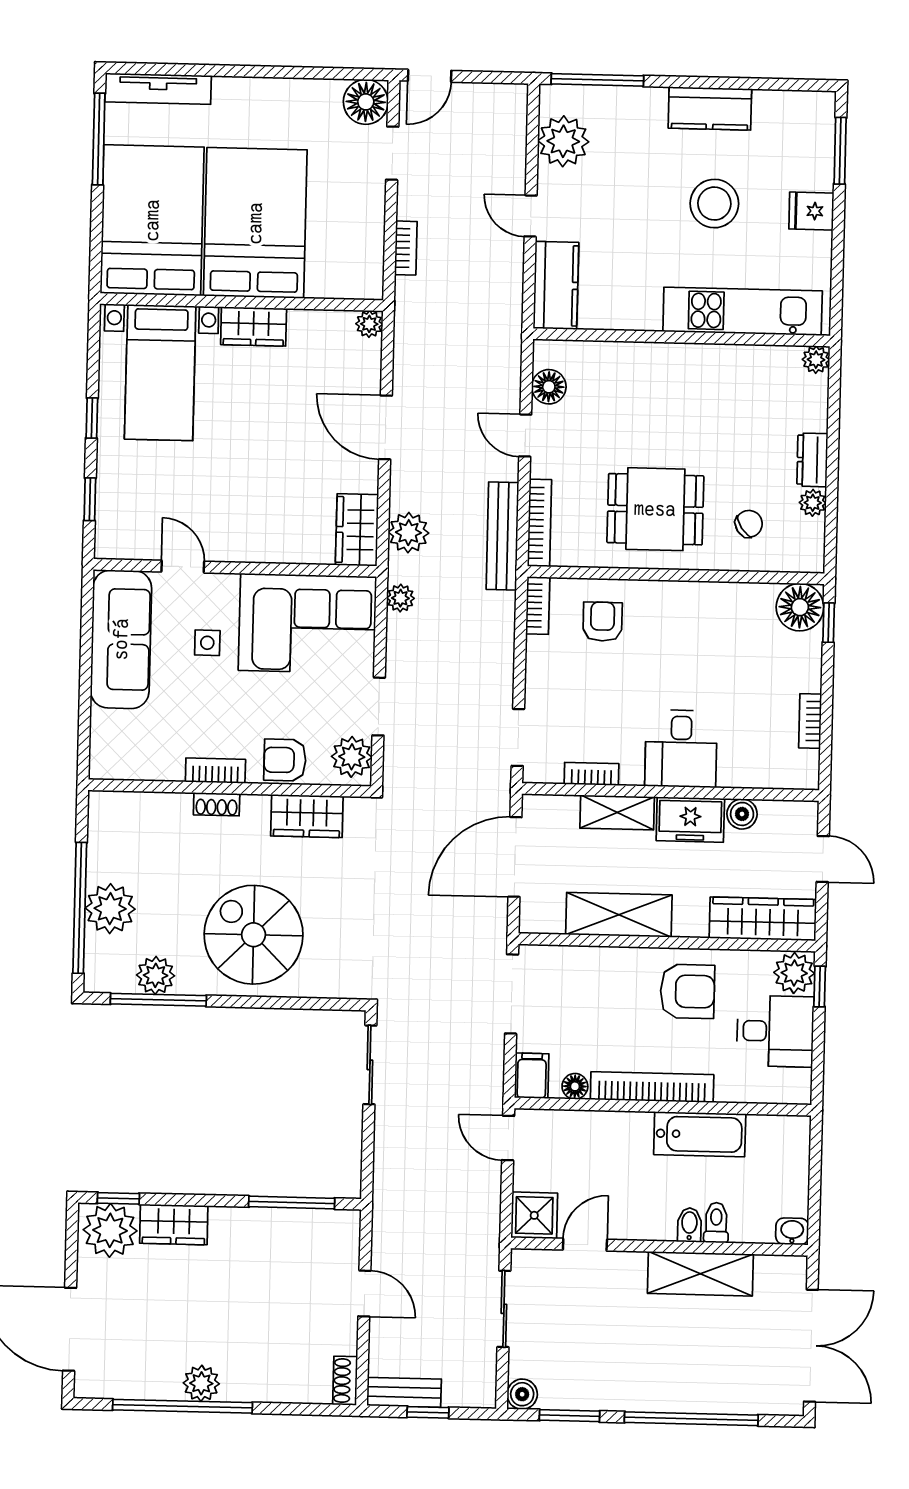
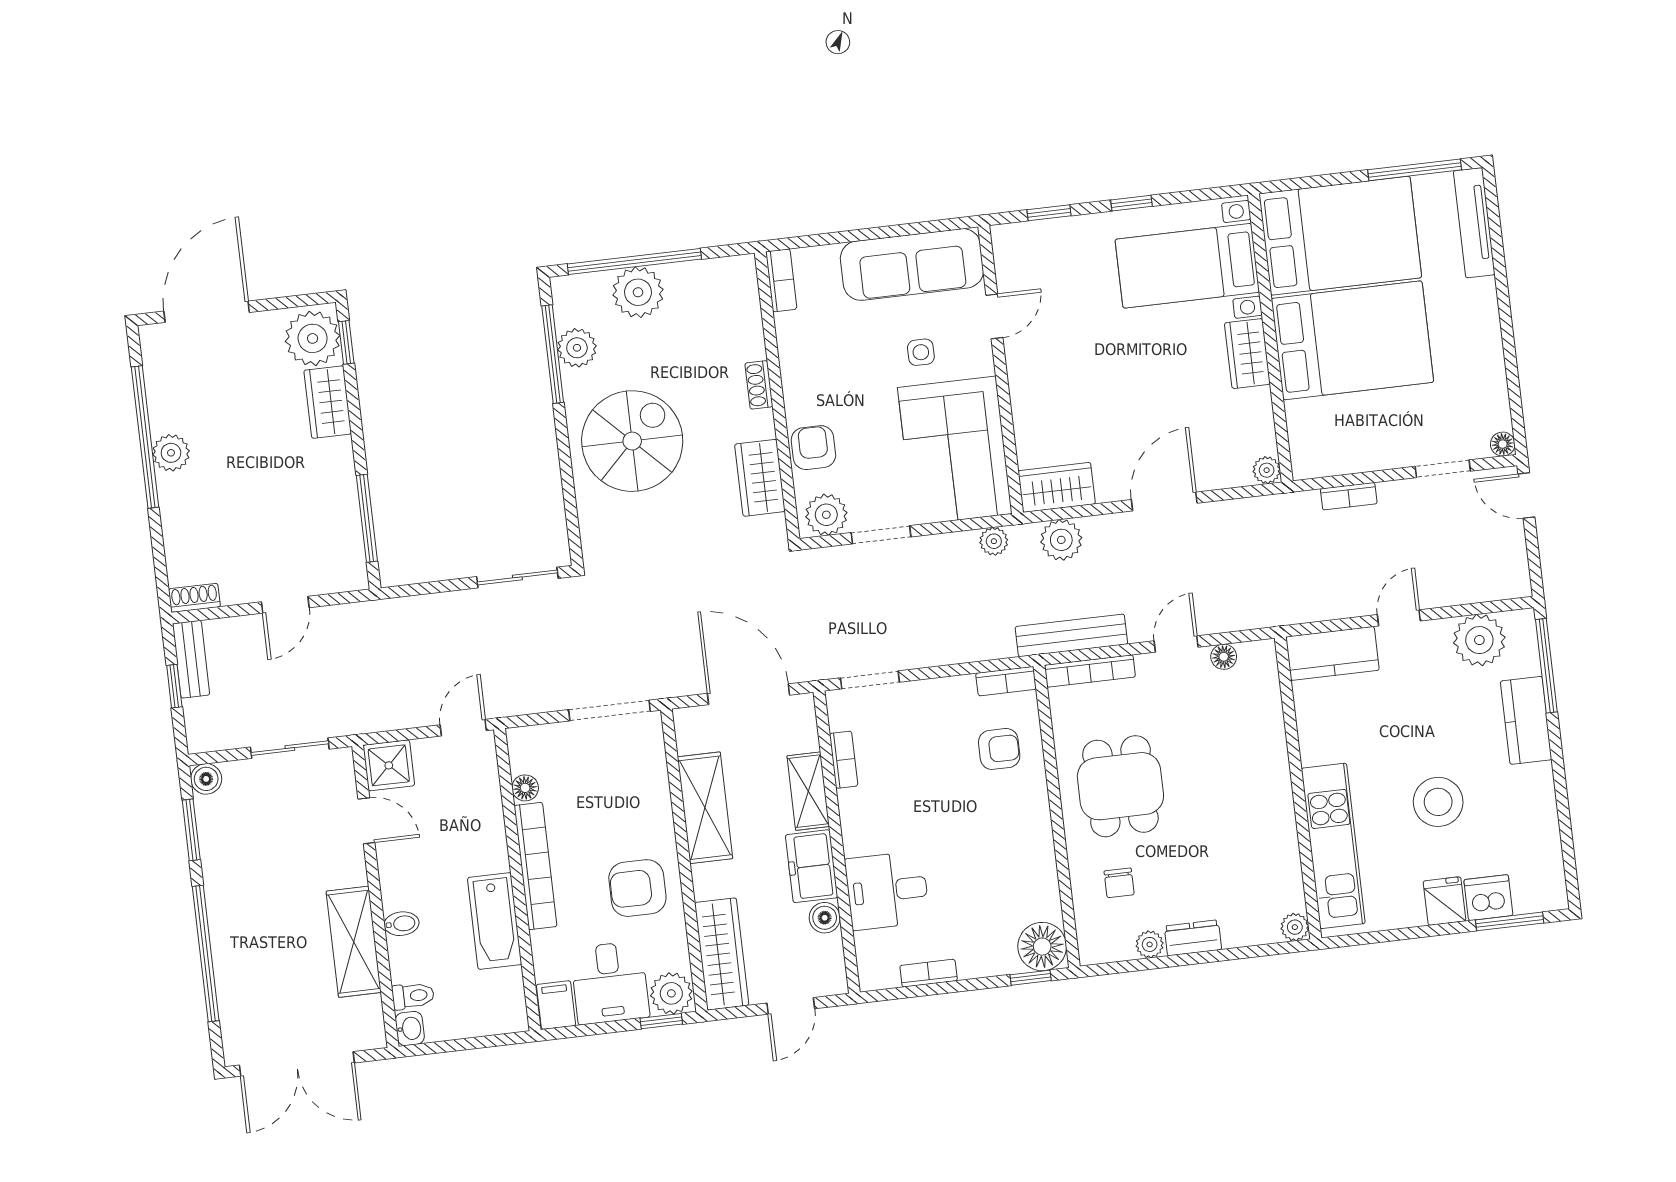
floor lamp: (366, 102) -> (1503, 444), width x0.53, depth x0.53
kitchen counter: (710, 109) -> (1526, 720), moved
dishwasher: (814, 168) -> (1488, 898), added
floor lamp: (549, 387) -> (1224, 657), width x0.73, depth x0.73
chair: (749, 524) -> (1119, 883), turned 34
desk: (681, 749) -> (887, 891), moved
bookcase: (215, 771) -> (781, 280), moved
armchair: (687, 991) -> (637, 888), turned 90
filing cabinet: (532, 1076) -> (556, 1005), moved, turned -90
toilet: (716, 1223) -> (413, 996), moved

